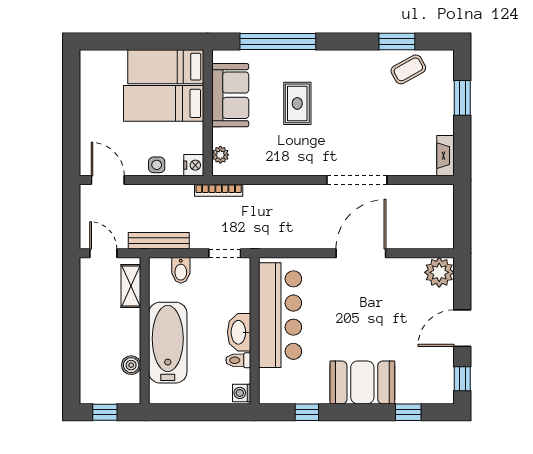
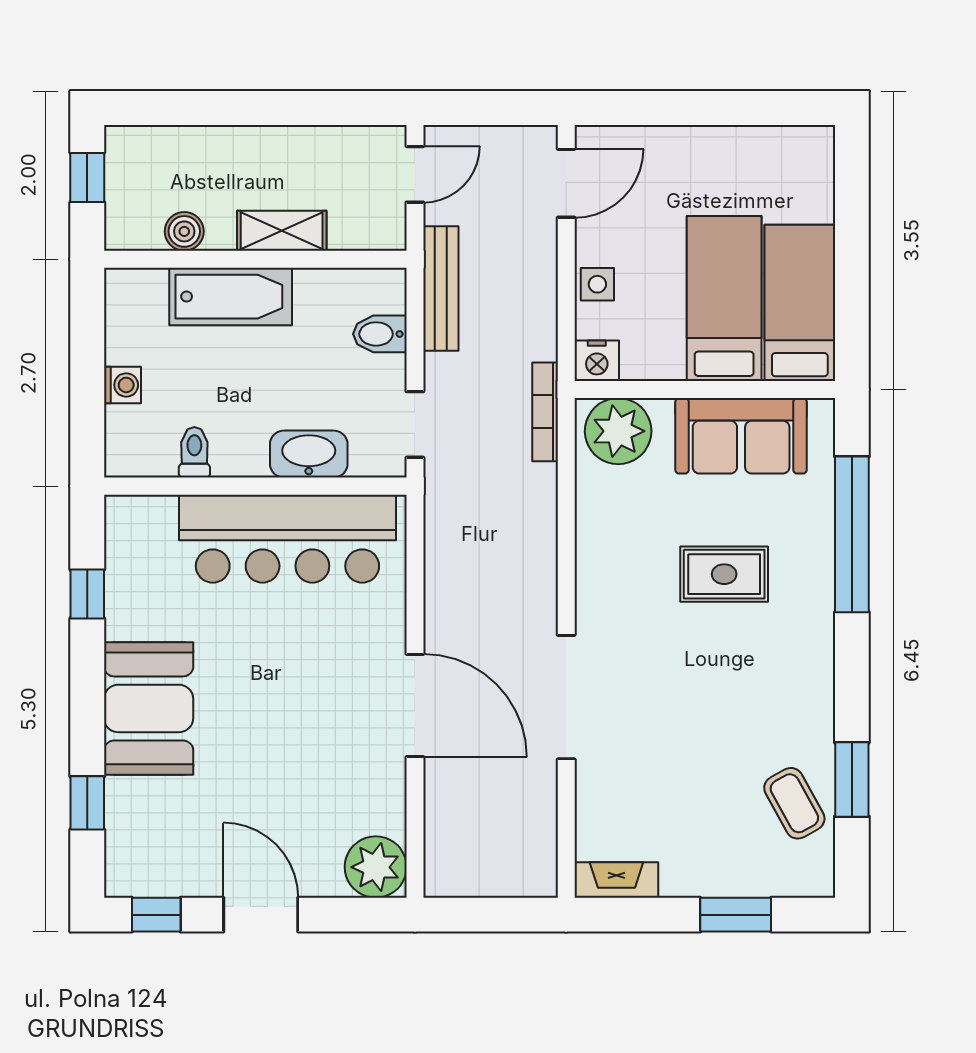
plant: (220, 155) -> (618, 431), width x1.87, depth x1.87
shelving: (131, 286) -> (282, 231), moved
washbasin: (239, 332) -> (309, 454), moved
bathtub: (168, 343) -> (231, 297), width x0.73, depth x0.73
washing machine: (242, 393) -> (122, 385), moved, turned 90

